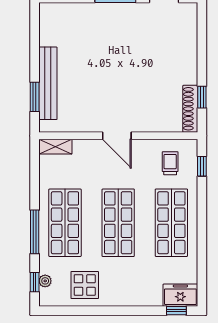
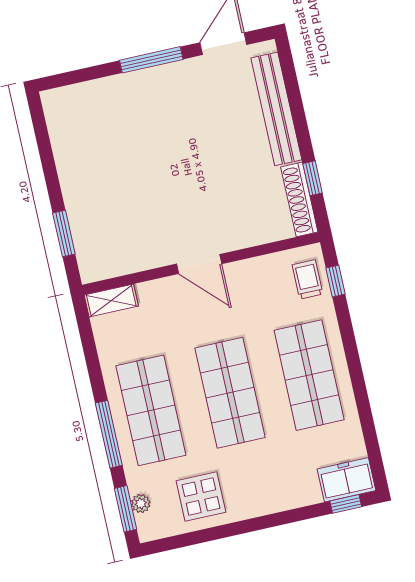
bench: (48, 83) -> (276, 109), moved
trolley: (170, 163) -> (307, 279), moved
window: (35, 282) -> (125, 509), width x1.50

